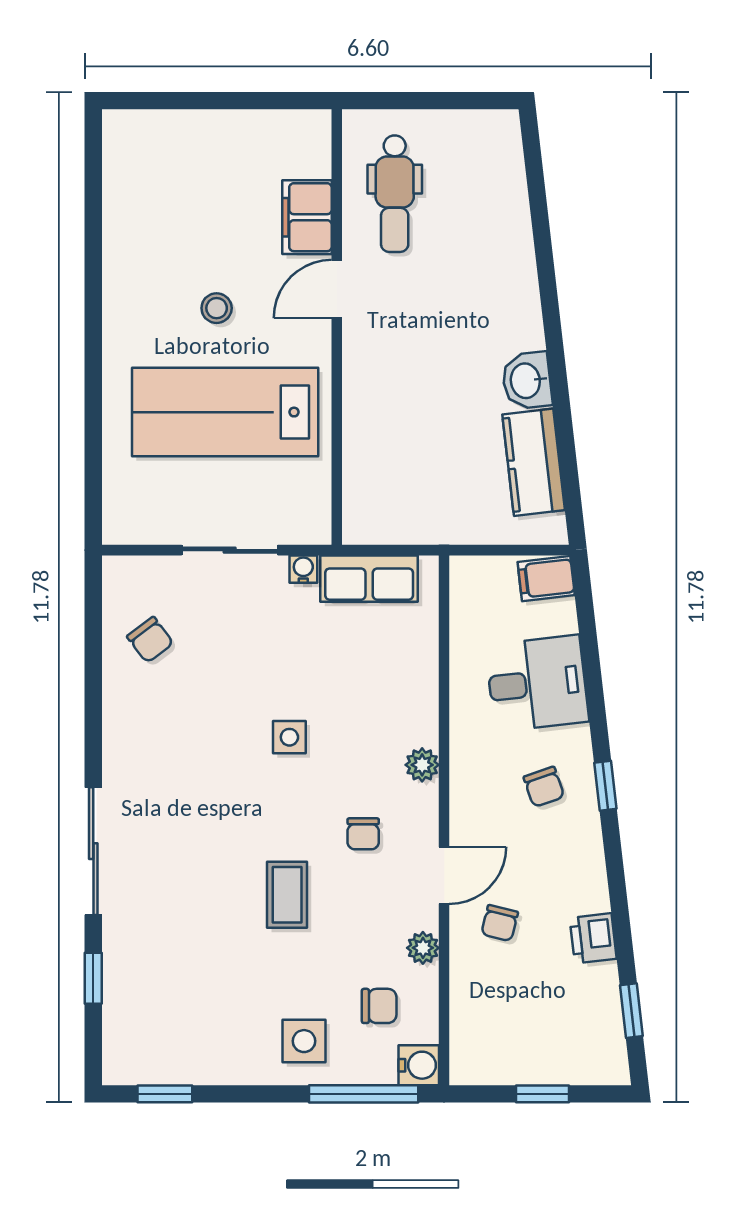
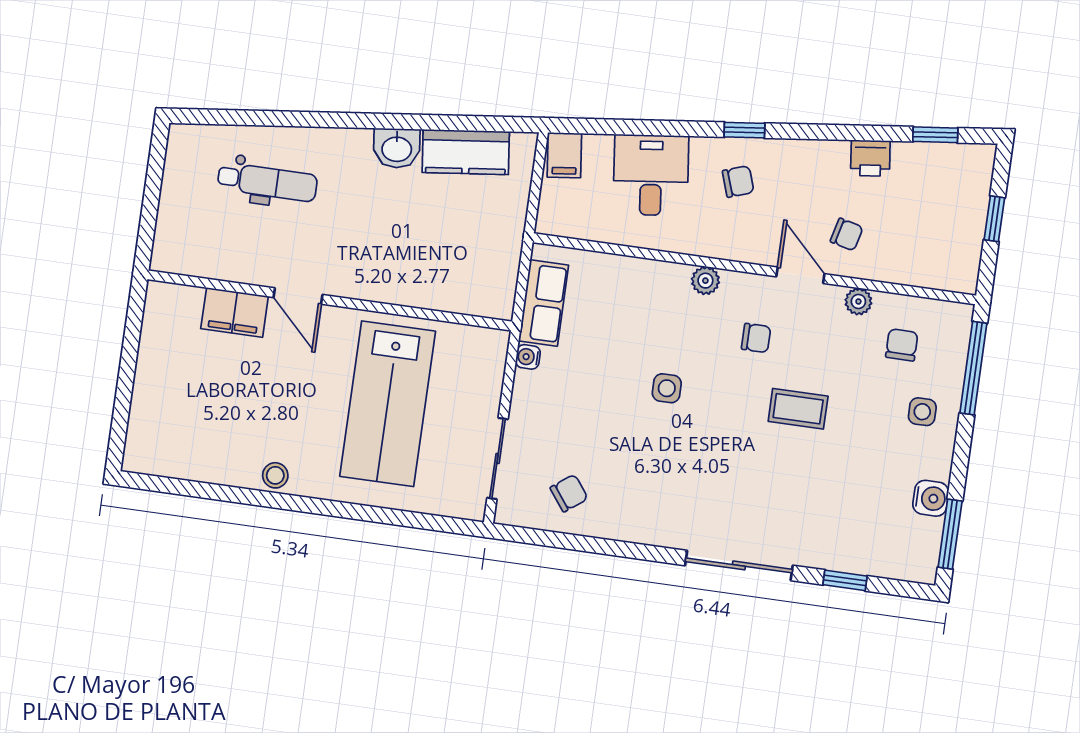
dental chair: (395, 194) -> (267, 182), moved
stool: (217, 308) -> (275, 475), moved
sliding door: (230, 550) -> (498, 458), moved
side table: (304, 1041) -> (922, 412), width x0.73, depth x0.73
water cooler: (419, 1065) -> (931, 498), moved, turned 90
window: (165, 1094) -> (950, 534), width x1.50

